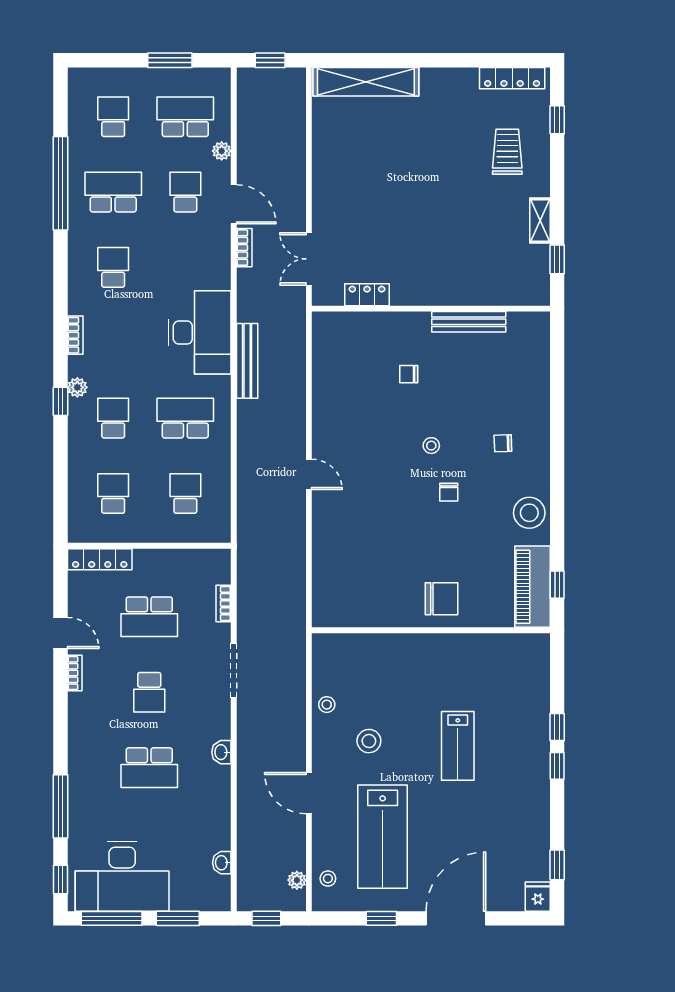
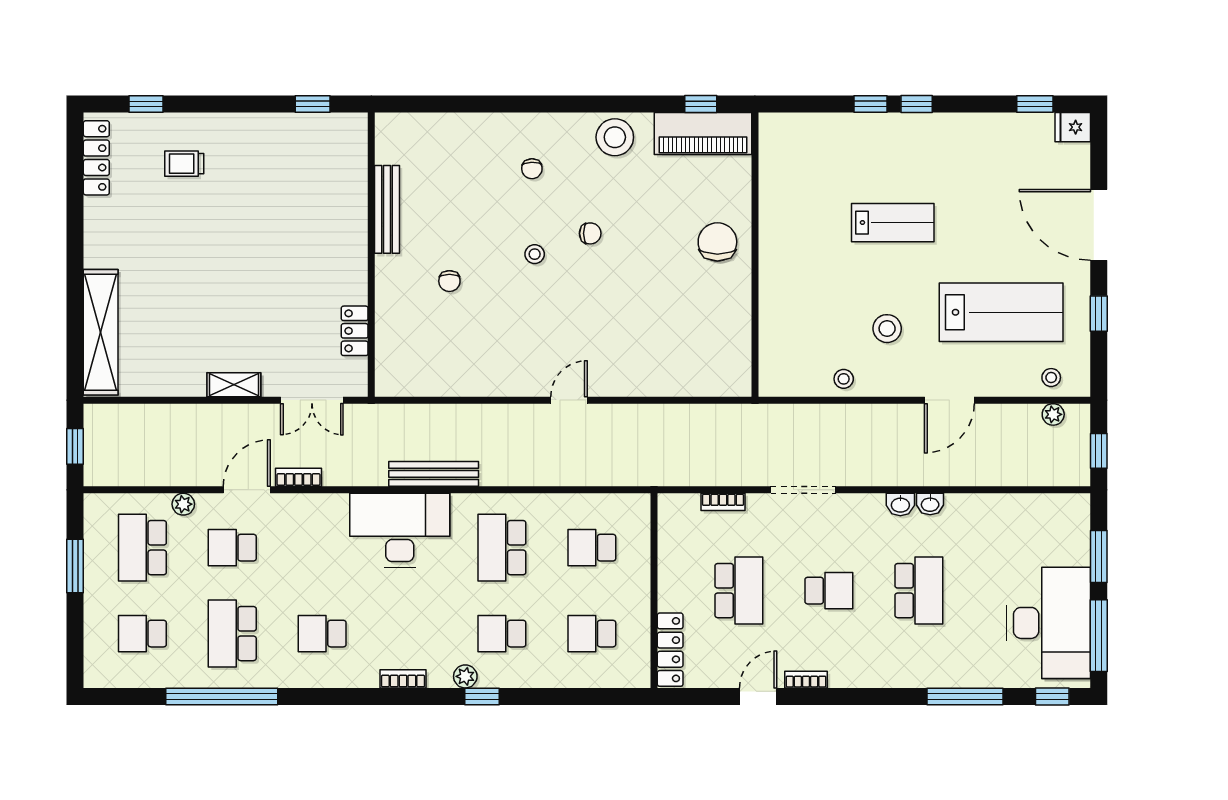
trolley: (507, 152) -> (184, 164), width x0.73, depth x0.72
shelving: (540, 220) -> (234, 385), moved
washbasin: (222, 863) -> (930, 504), moved

